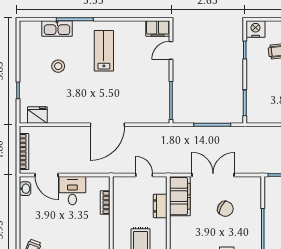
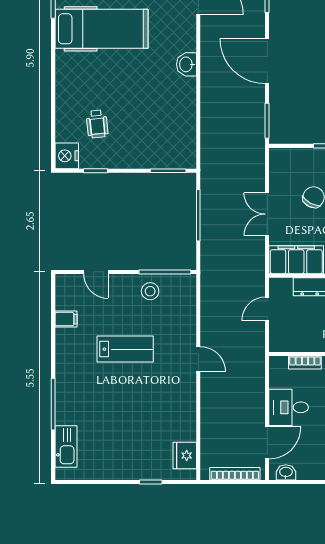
filing cabinet: (158, 28) -> (66, 319), moved, width x0.50
kitchen sink: (57, 29) -> (66, 447), moved
lab bench: (104, 51) -> (125, 349), moved, turned 180
stool: (58, 66) -> (150, 291), moved
door: (107, 125) -> (198, 359), width x0.53
double door: (213, 175) -> (267, 214), width x0.73

